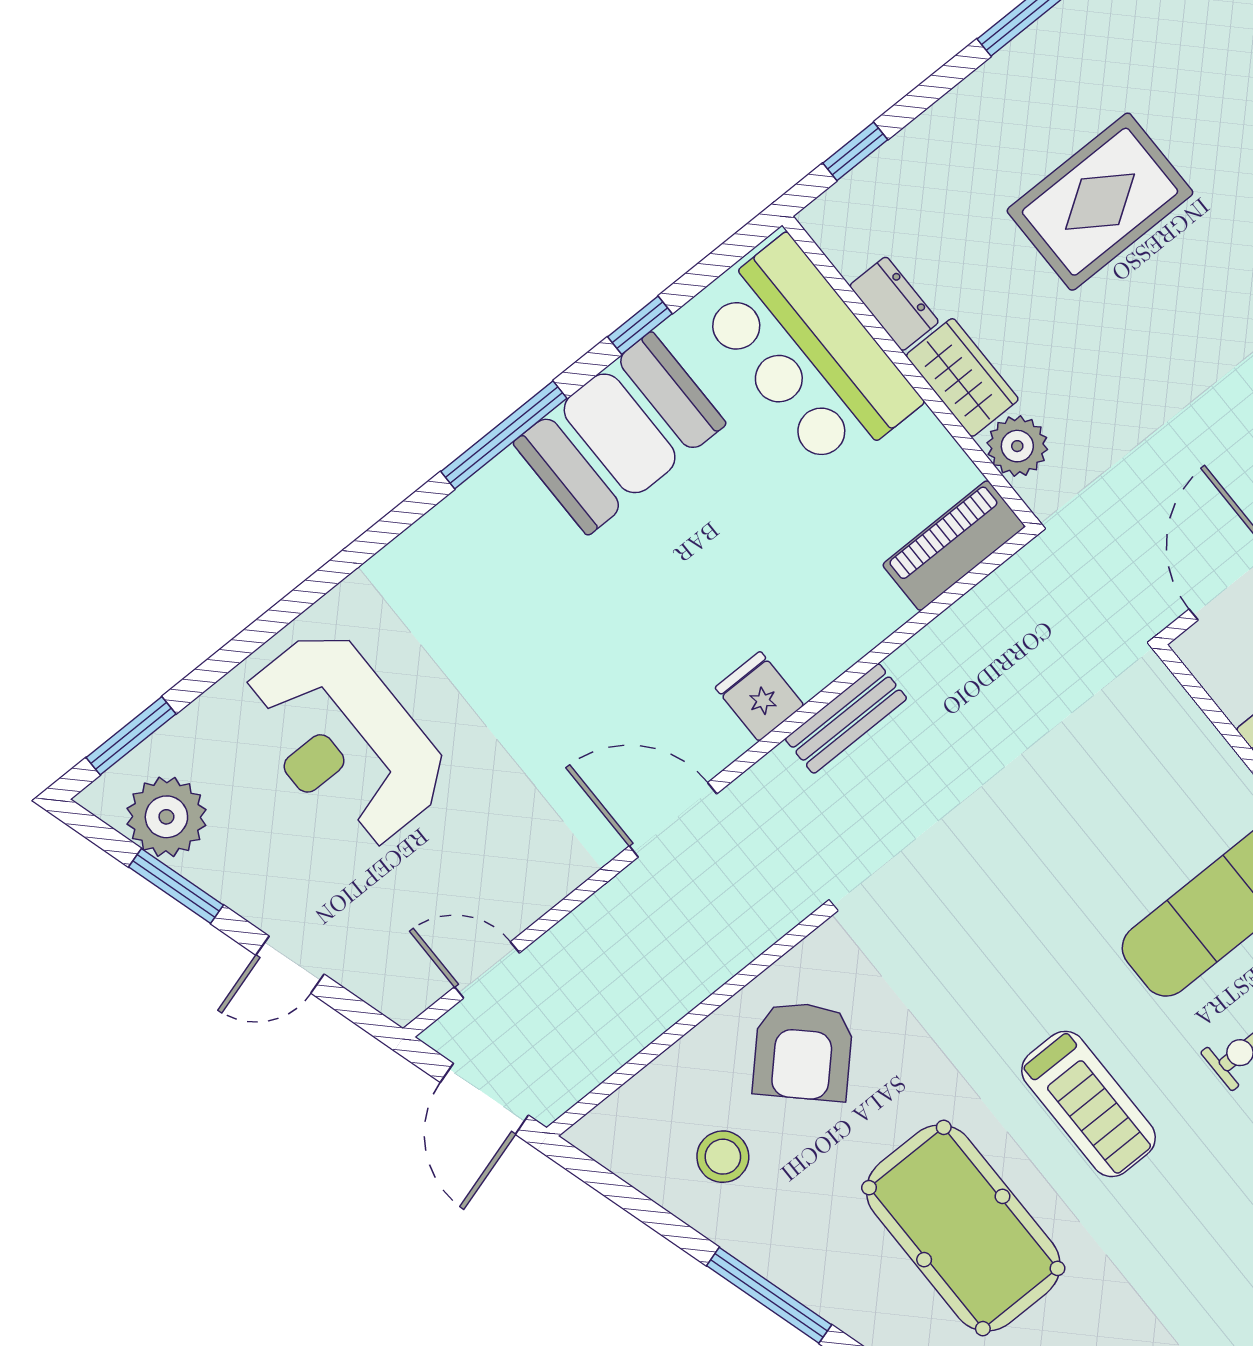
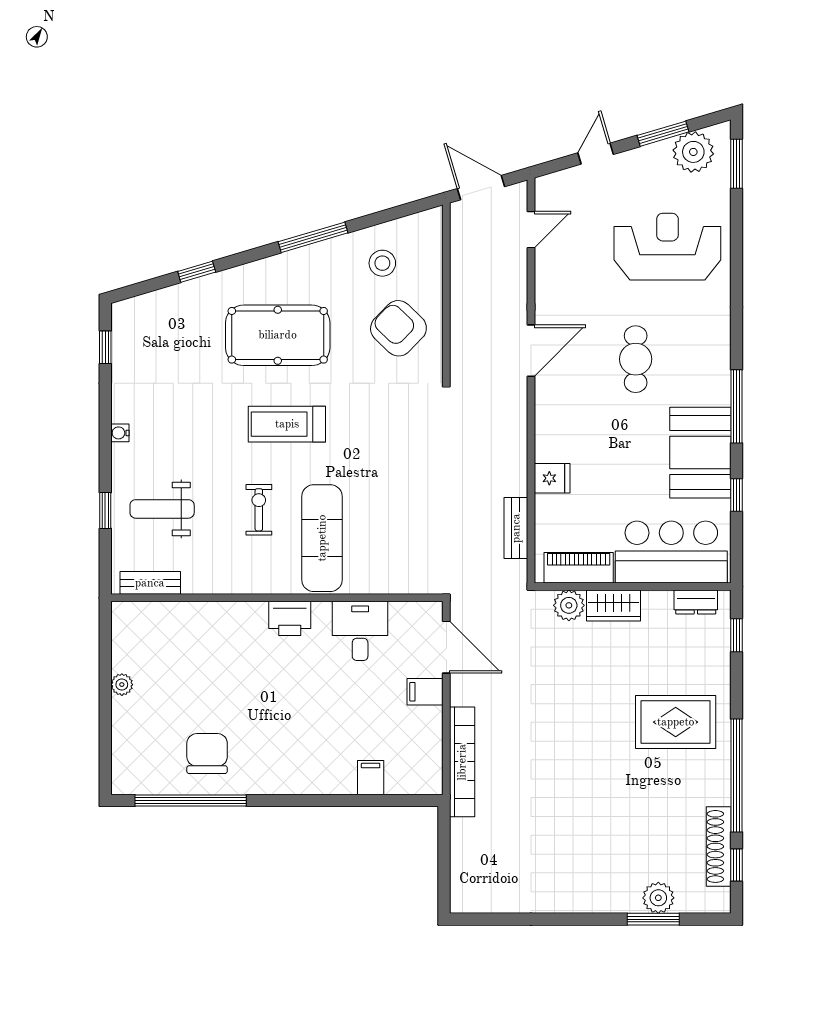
rug: (1100, 202) -> (676, 722), moved, turned 90
dresser: (894, 304) -> (696, 602), moved
piano: (954, 546) -> (579, 568), moved, turned -90
cafe table: (556, 649) -> (636, 359), added
fridge: (759, 696) -> (552, 478), moved
bench: (846, 719) -> (516, 528), moved

